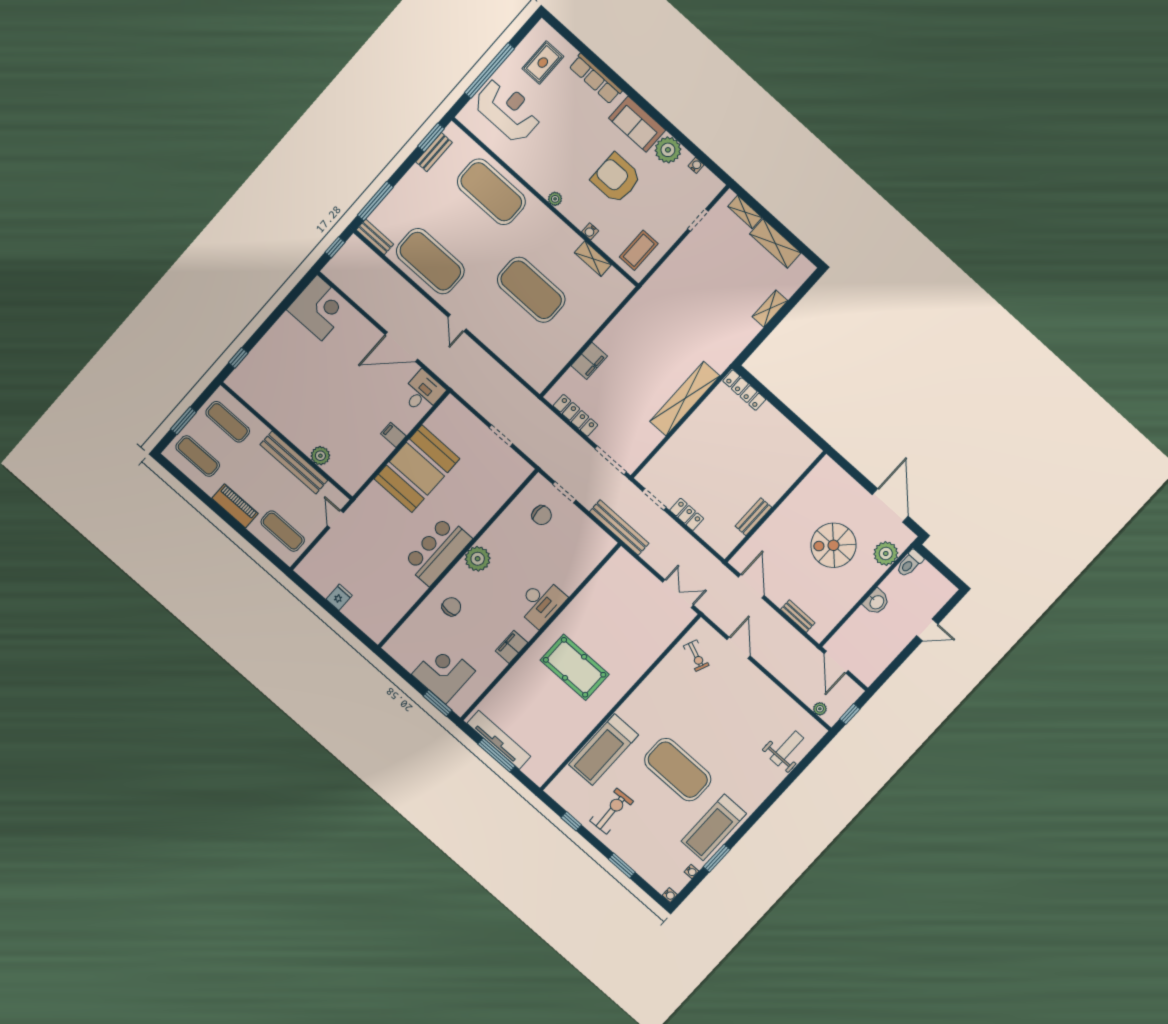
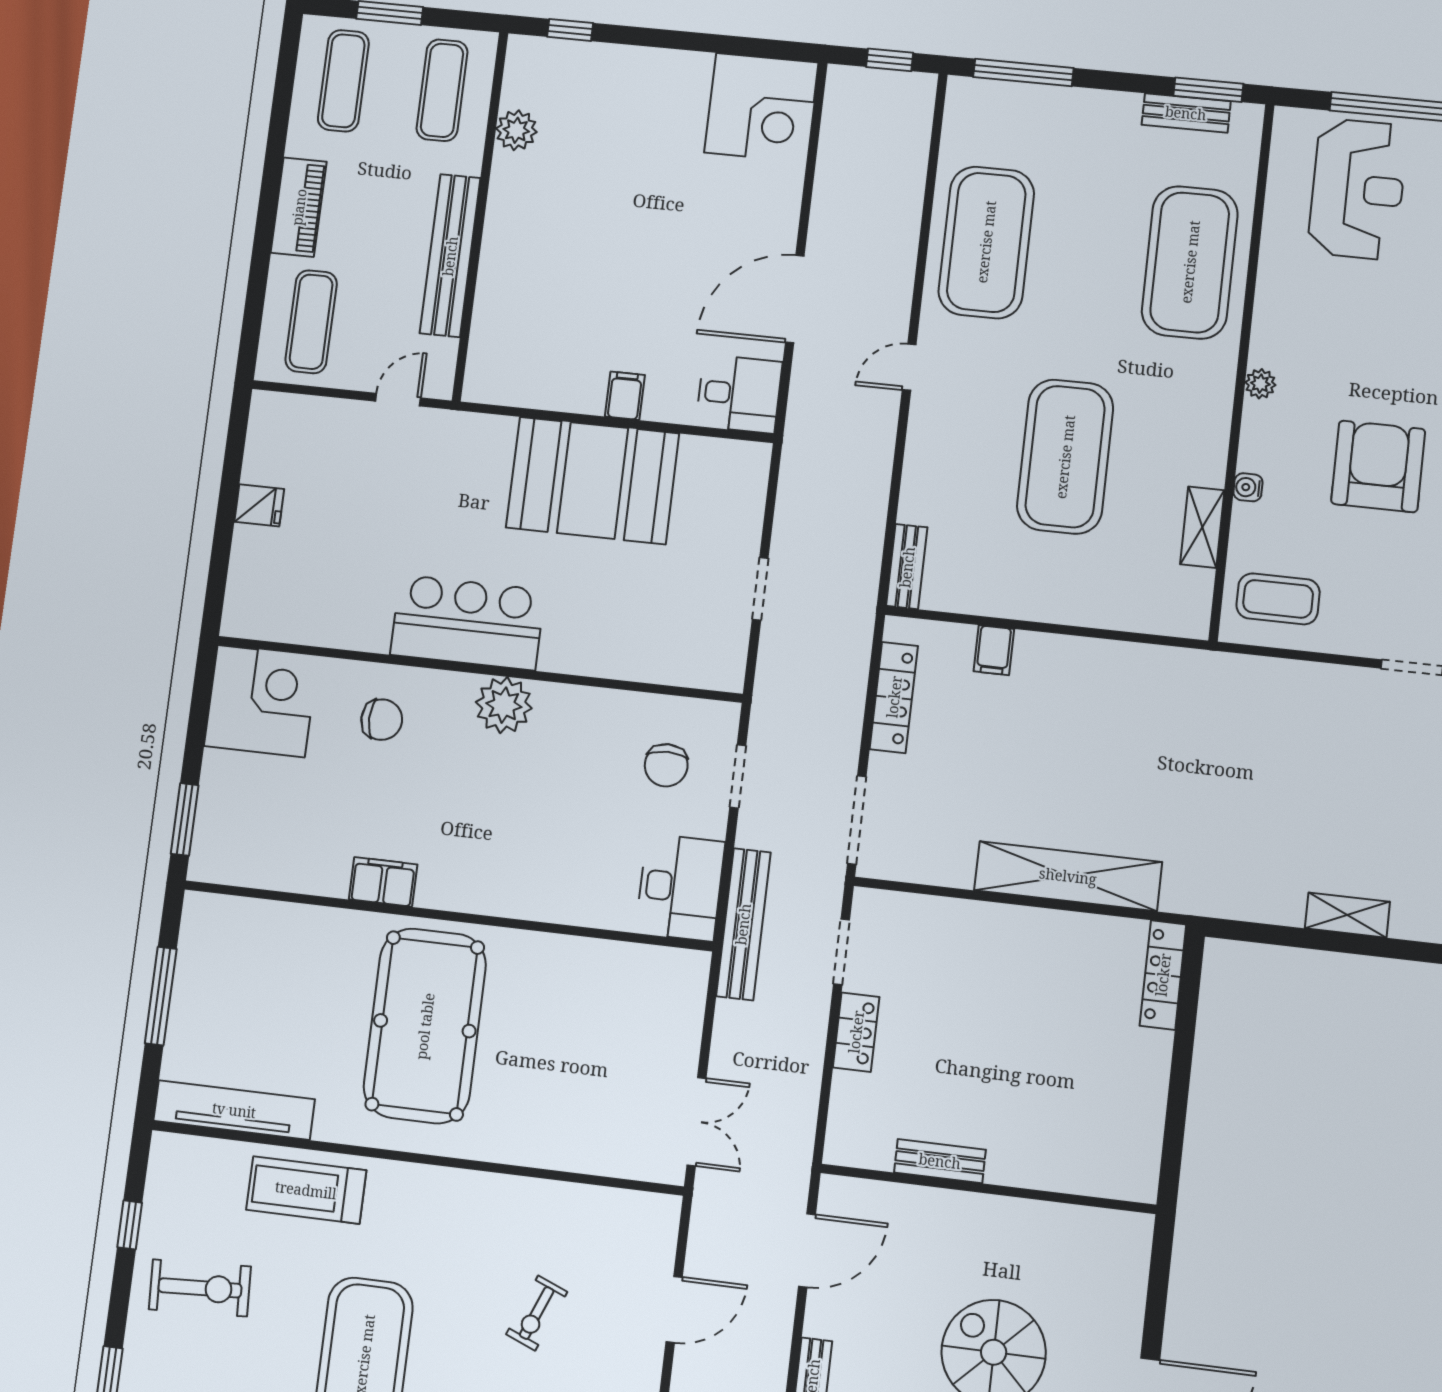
bench: (375, 237) -> (907, 567), moved
door: (401, 347) -> (795, 299), hinge flipped
filing cabinet: (589, 361) -> (994, 650), width x0.50
plant: (320, 456) -> (516, 130), moved
desk: (541, 602) -> (680, 887), moved, turned -90
exercise bike: (696, 656) -> (537, 1313), moved
pool table: (575, 667) -> (425, 1026), width x1.36, depth x1.32
corner desk: (444, 673) -> (261, 701), moved
tv unit: (499, 740) -> (234, 1110), moved, turned -90
treadmill: (604, 750) -> (306, 1190), width x0.73, depth x0.73

